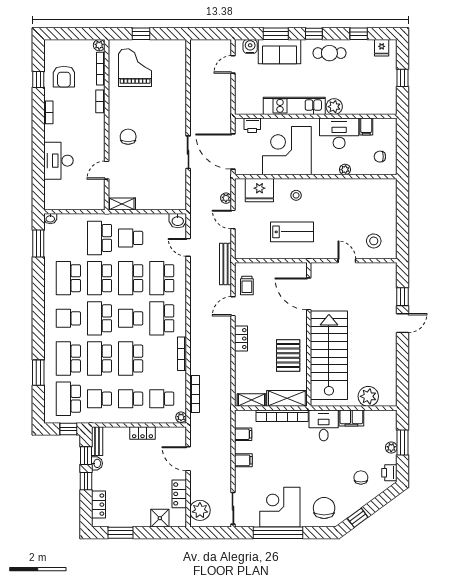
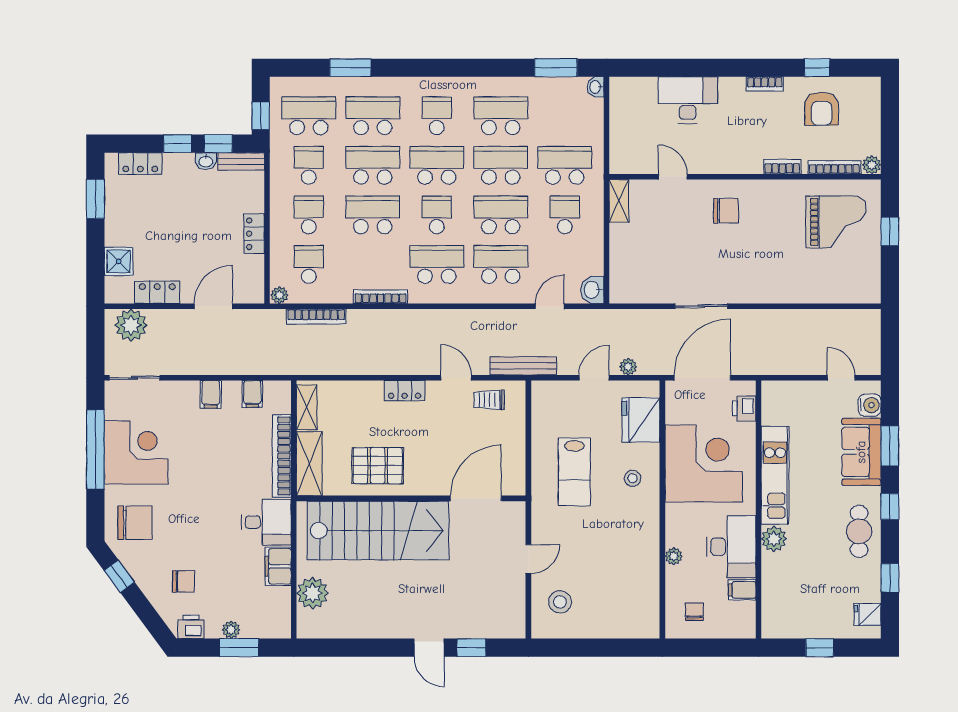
armchair: (64, 77) -> (822, 109), turned -90

